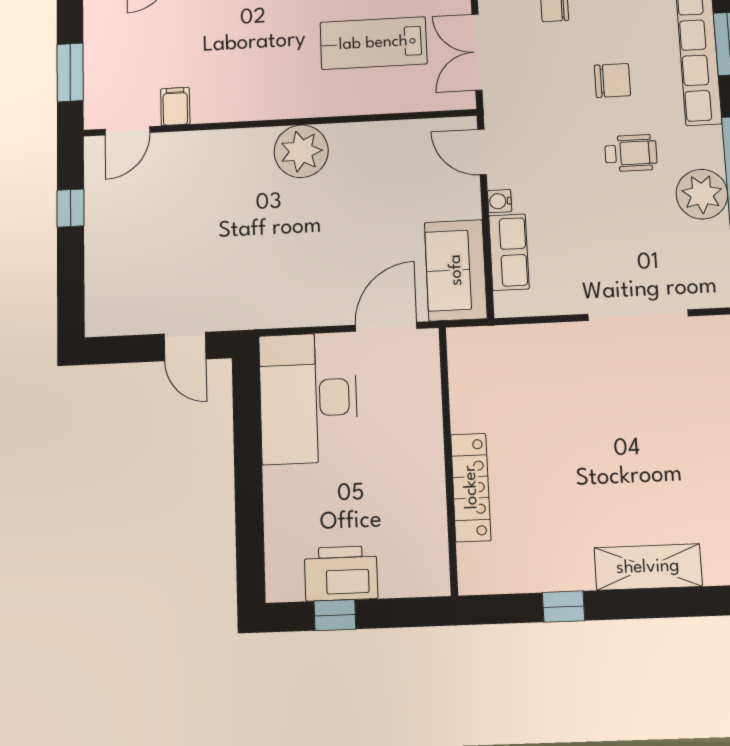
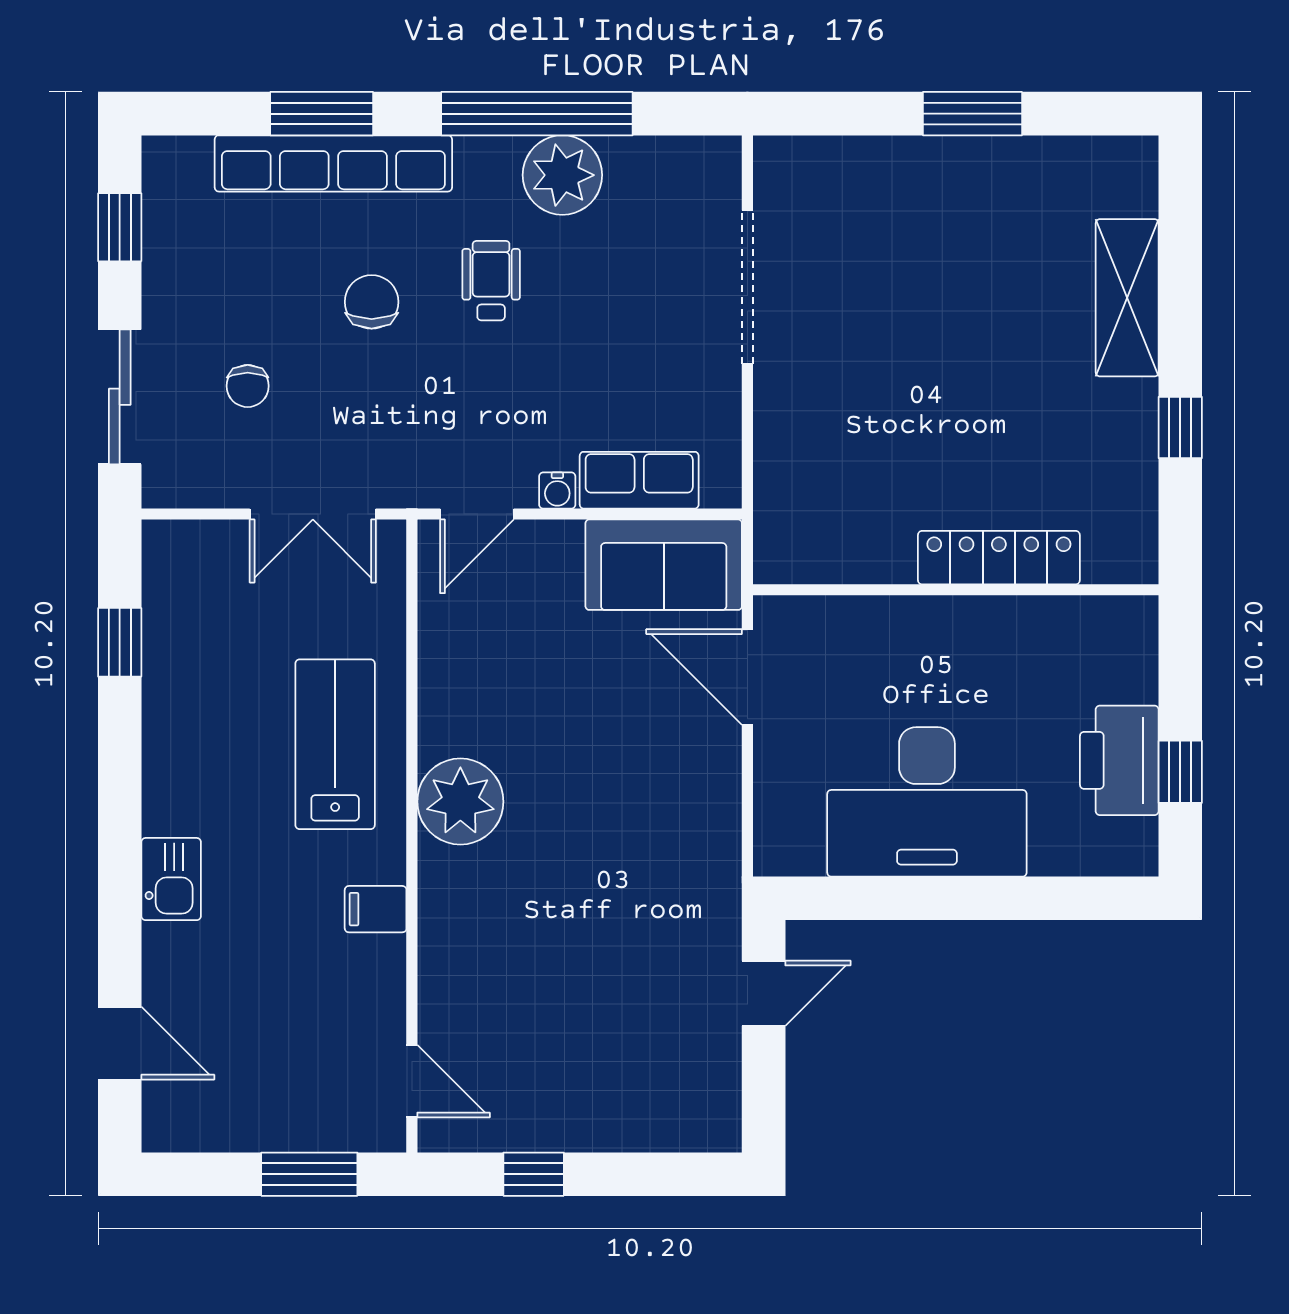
lab bench: (373, 43) -> (335, 744), moved, turned 180
filing cabinet: (175, 106) -> (376, 909), moved
desk: (308, 398) -> (927, 802), moved

